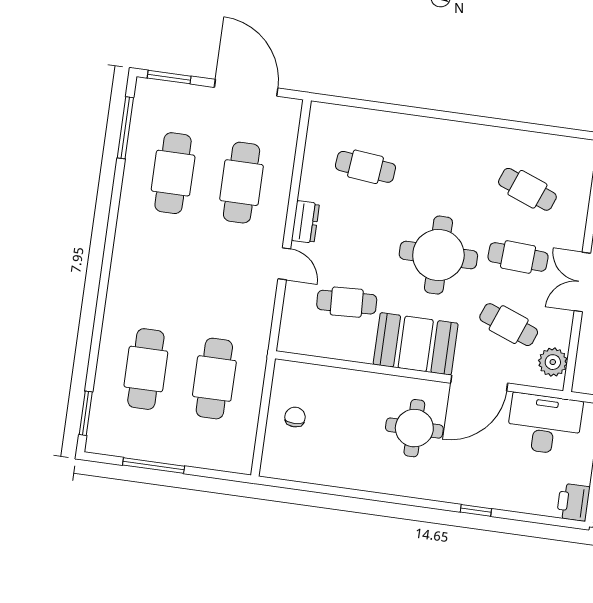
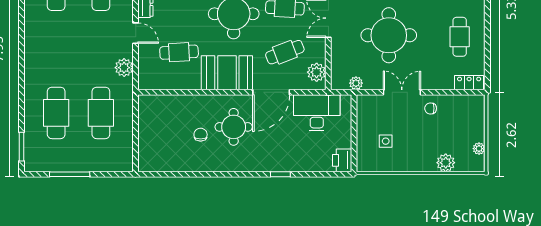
plant: (259, 314) -> (124, 68), added
cafe table: (509, 325) -> (285, 52), turned -42
chair: (295, 417) -> (201, 135), moved

